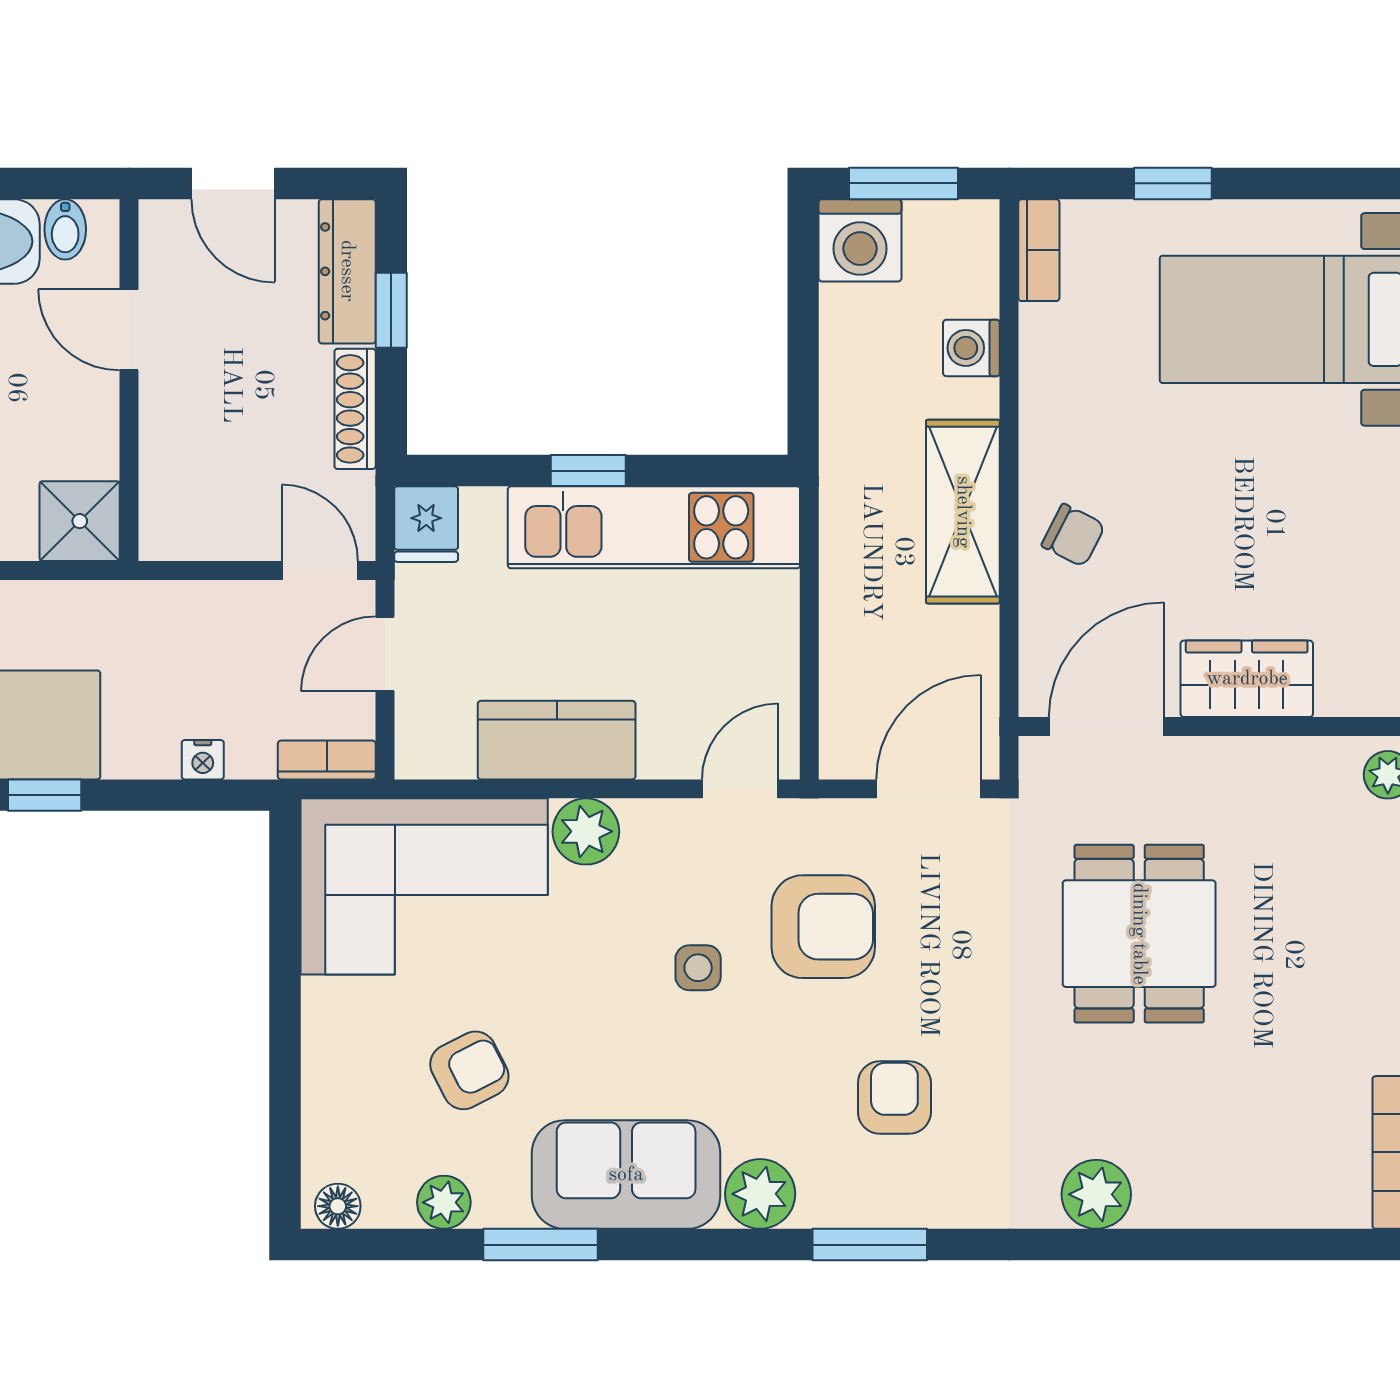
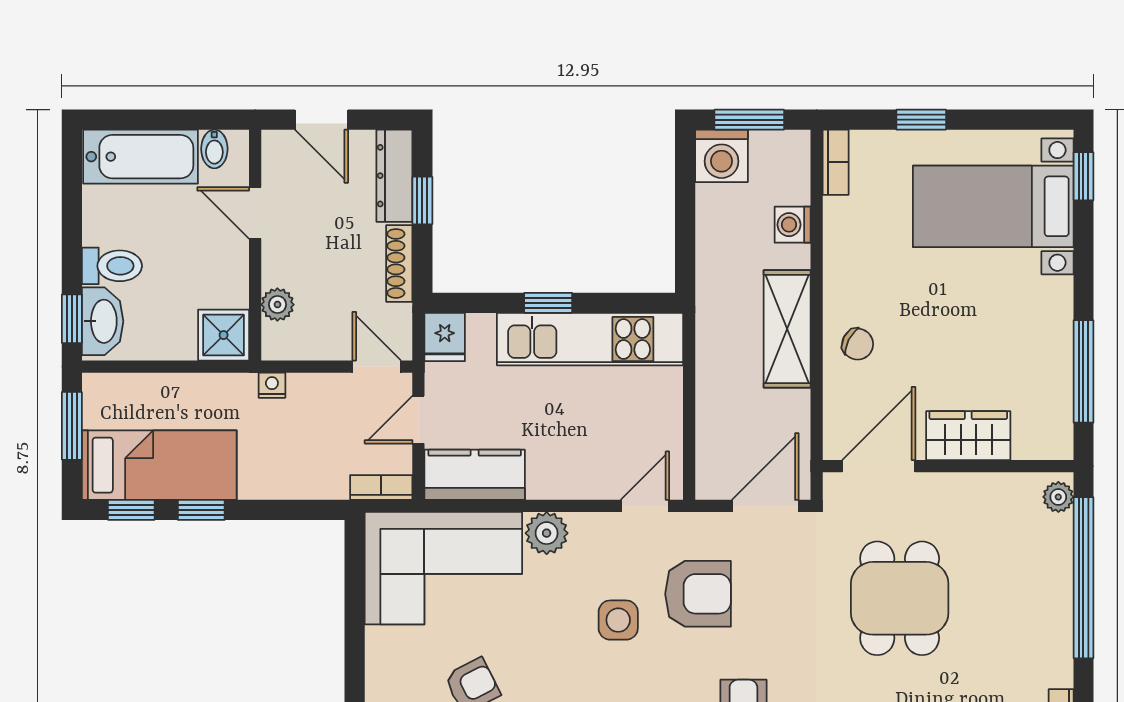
plant: (164, 473) -> (277, 305), added
kitchen counter: (557, 740) -> (475, 475), moved
nightstand: (203, 760) -> (272, 385), moved, turned 180
side table: (698, 968) -> (618, 620), width x1.37, depth x1.37

